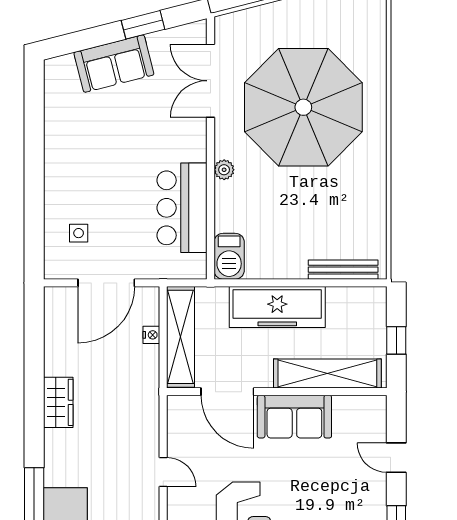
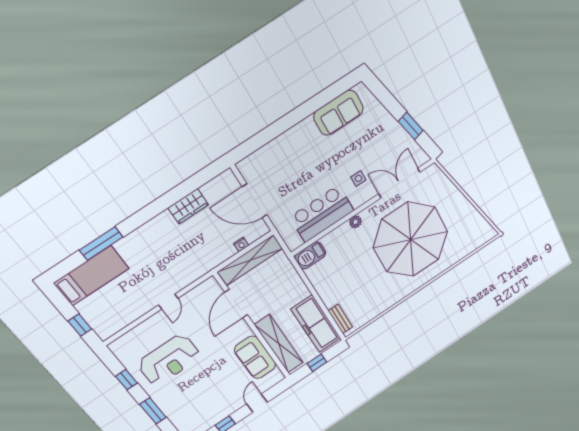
sofa: (114, 64) -> (338, 113), moved, turned -76
side table: (79, 233) -> (358, 178), moved
bench: (343, 270) -> (340, 319), width x0.73
freezer: (277, 307) -> (316, 324), moved
wardrobe: (58, 402) -> (188, 206), moved
sofa: (294, 417) -> (255, 357), moved

